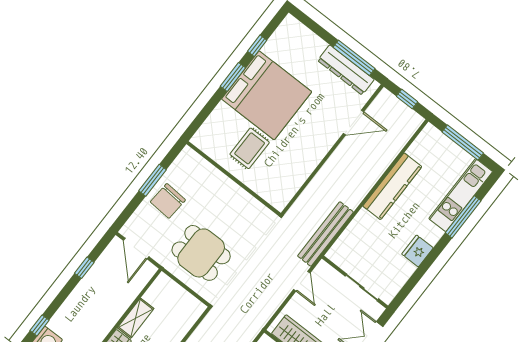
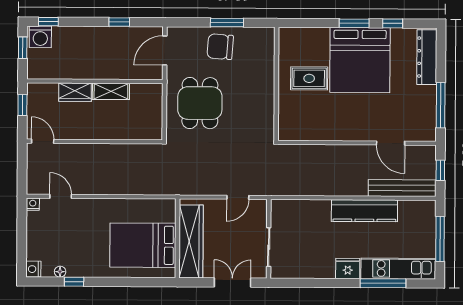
dresser: (346, 70) -> (427, 57), moved
bench: (325, 234) -> (402, 188), moved
fridge: (417, 251) -> (348, 269), moved

